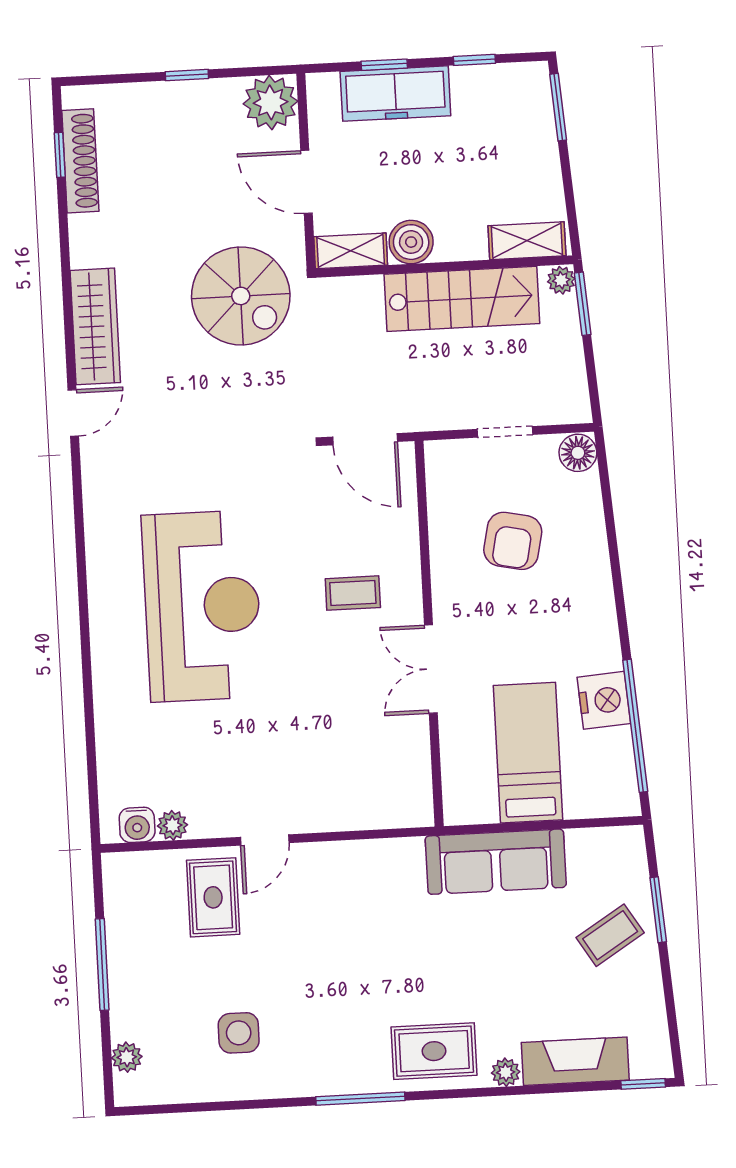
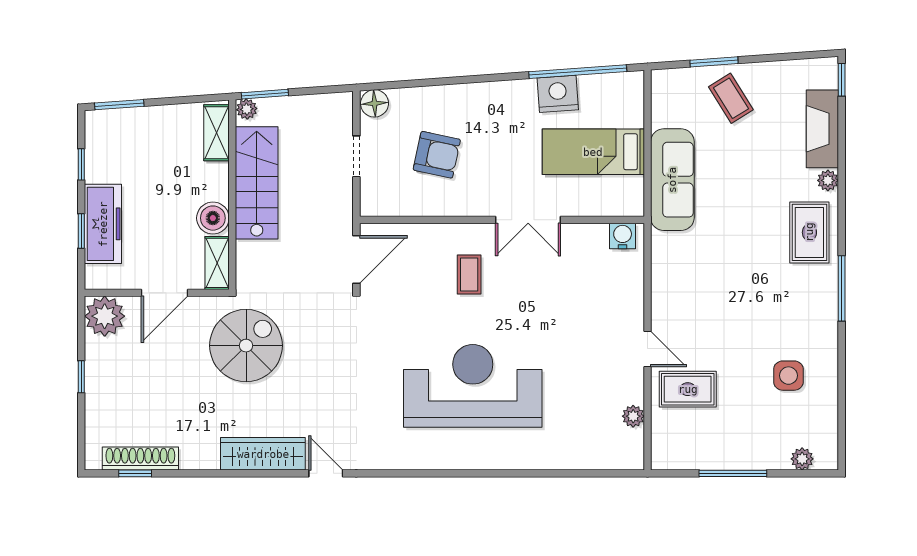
water cooler: (137, 825) -> (623, 236), moved, turned -90

